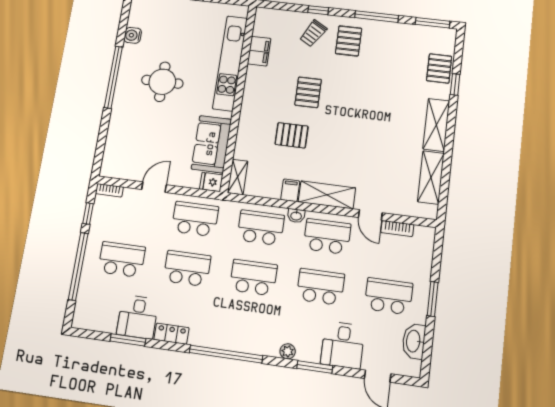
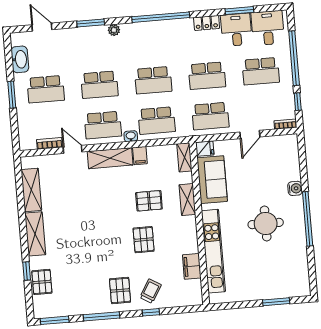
water cooler: (133, 35) -> (295, 188), moved
shelving: (246, 127) -> (187, 200), added
desk: (343, 345) -> (268, 28), moved

